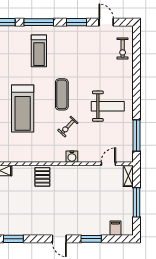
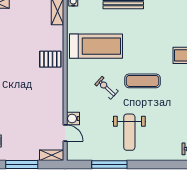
treadmill: (23, 109) -> (96, 46), moved, turned 180
window: (137, 136) -> (109, 164), moved
water cooler: (72, 157) -> (73, 119), moved

